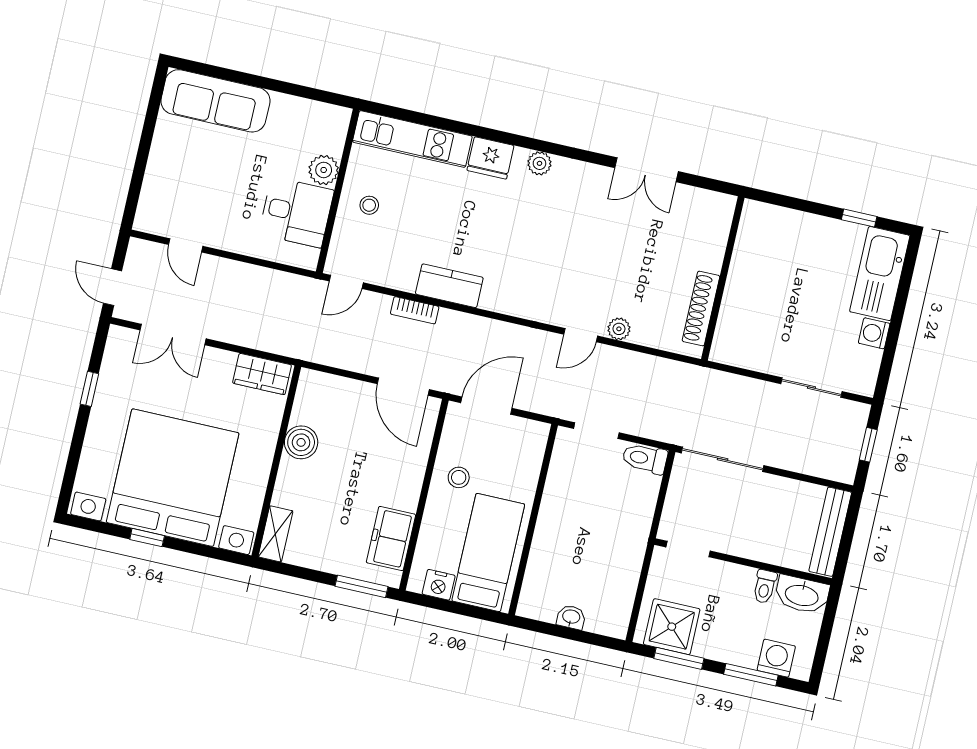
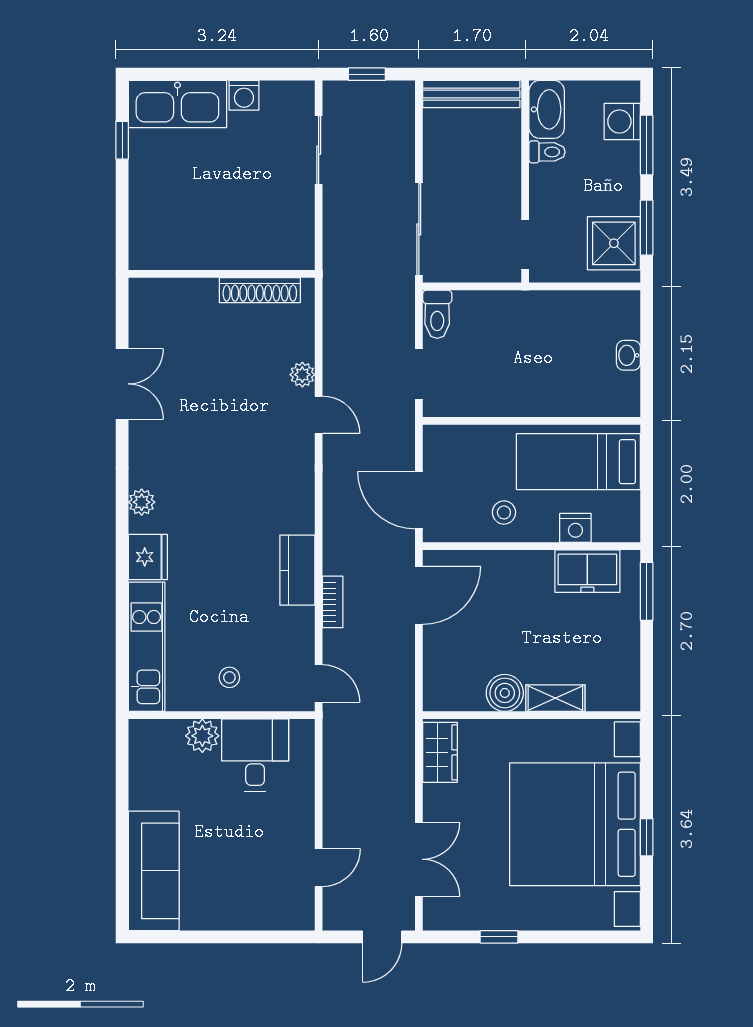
shelving: (275, 534) -> (555, 698), moved
nightstand: (439, 585) -> (575, 528), moved, turned 90

